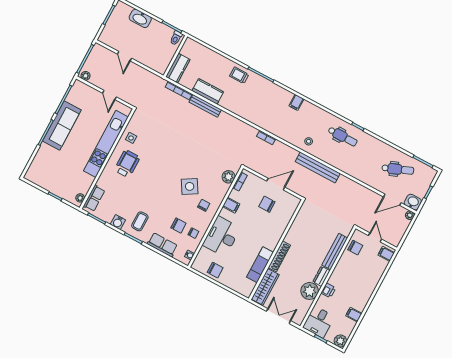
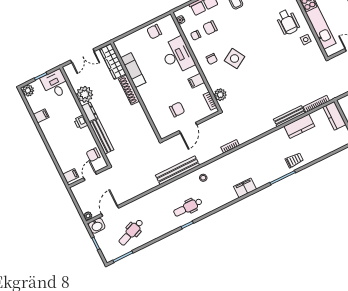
filing cabinet: (296, 102) -> (245, 188), width x2.00
door: (375, 237) -> (90, 176), swing flipped
printer: (328, 290) -> (81, 122), moved

